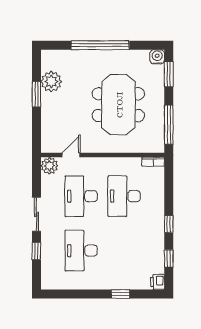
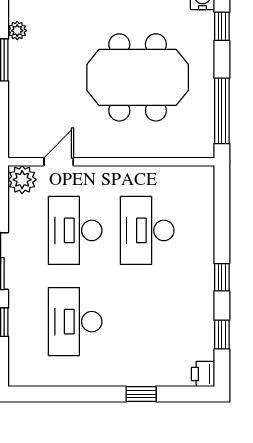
window: (169, 74) -> (222, 26), width x0.67
plant: (51, 82) -> (17, 31), width x0.53, depth x0.53
meeting table: (118, 105) -> (138, 77), turned 90
bookcase: (153, 162) -> (196, 173), removed

